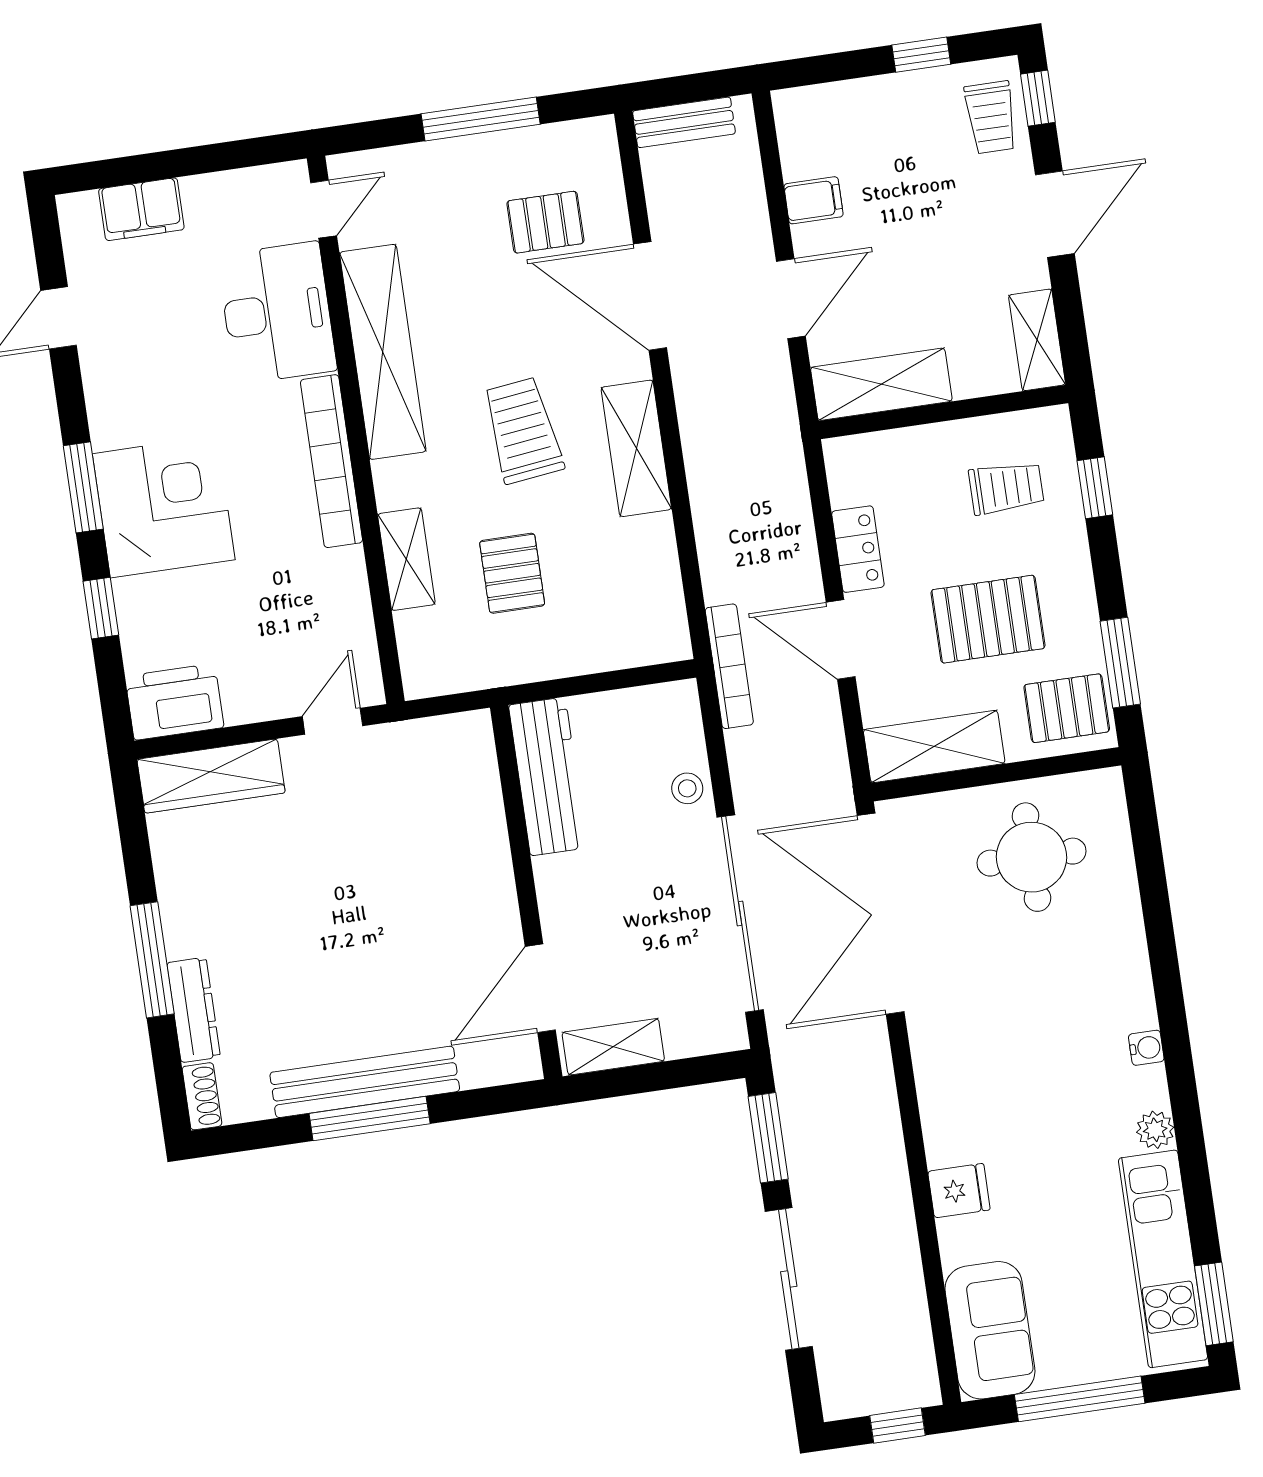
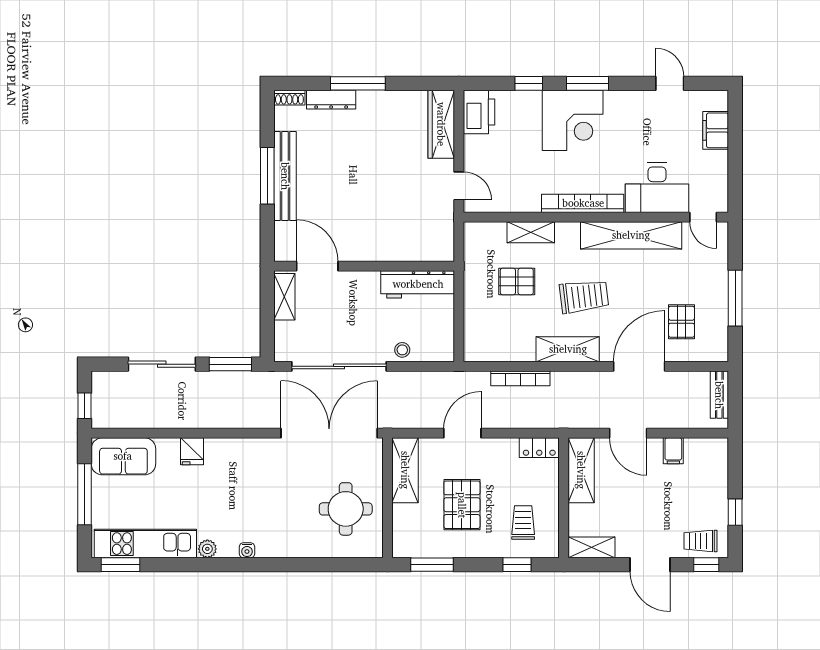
trolley: (1006, 488) -> (523, 523), turned 180
locker: (858, 549) -> (539, 448), moved
bookcase: (729, 666) -> (520, 378), moved
pallet: (1067, 708) -> (414, 536), removed

